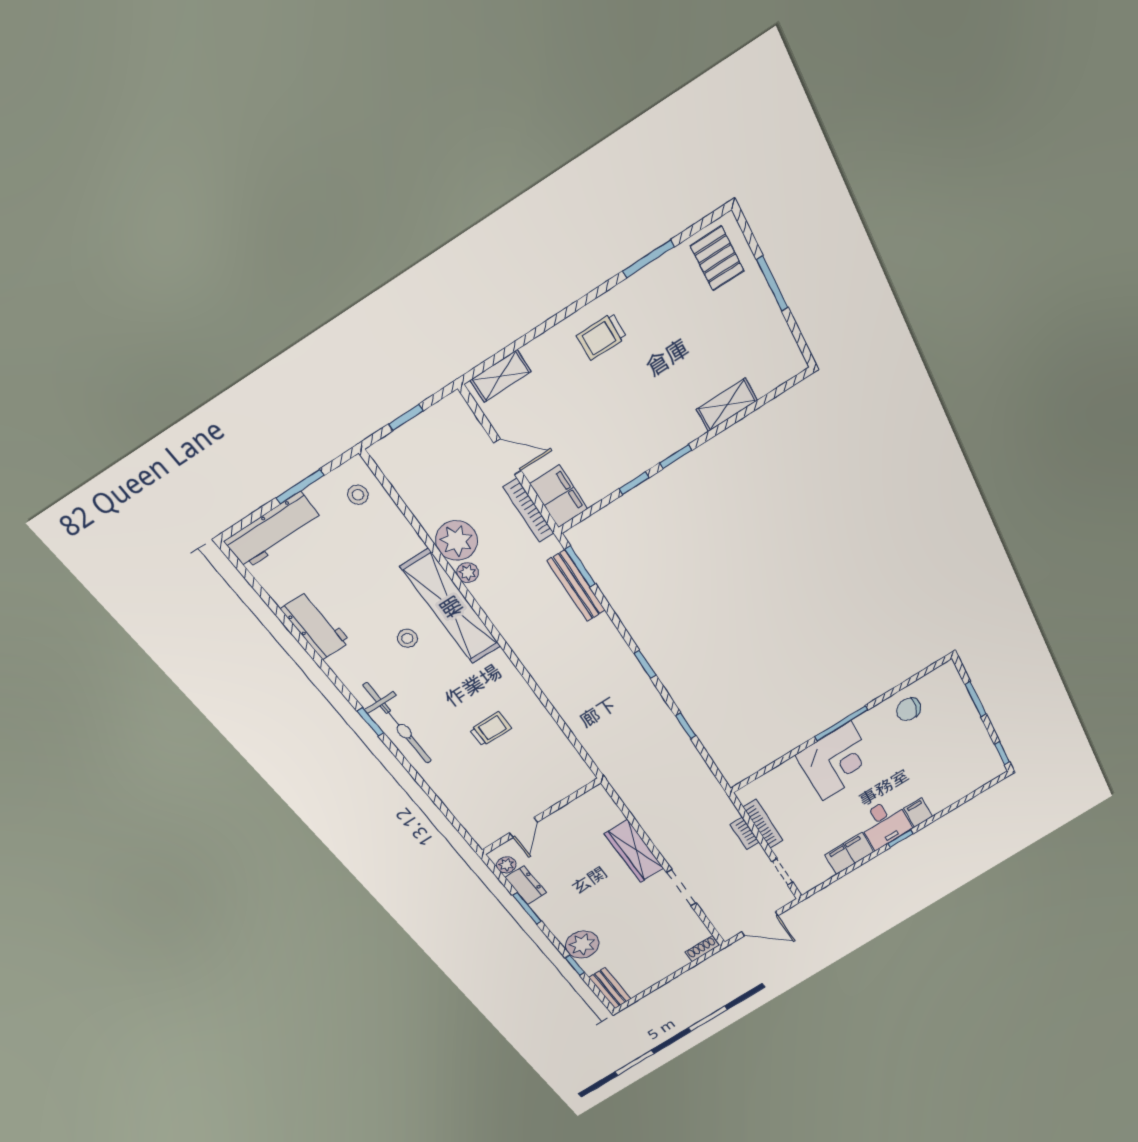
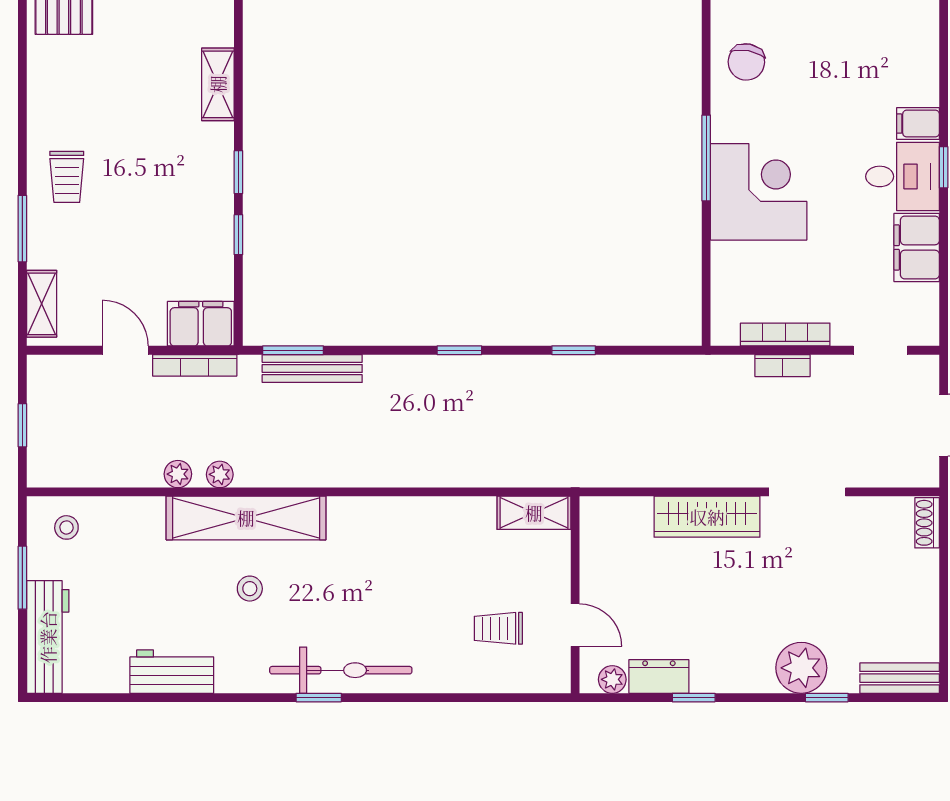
window: (648, 259) -> (22, 229), moved
door: (507, 457) -> (125, 350), hinge flipped
plant: (457, 541) -> (178, 474), width x0.53, depth x0.53
trolley: (490, 729) -> (498, 628), moved, turned -90
shelving: (574, 766) -> (534, 513), added
window: (527, 908) -> (694, 698), width x0.67

